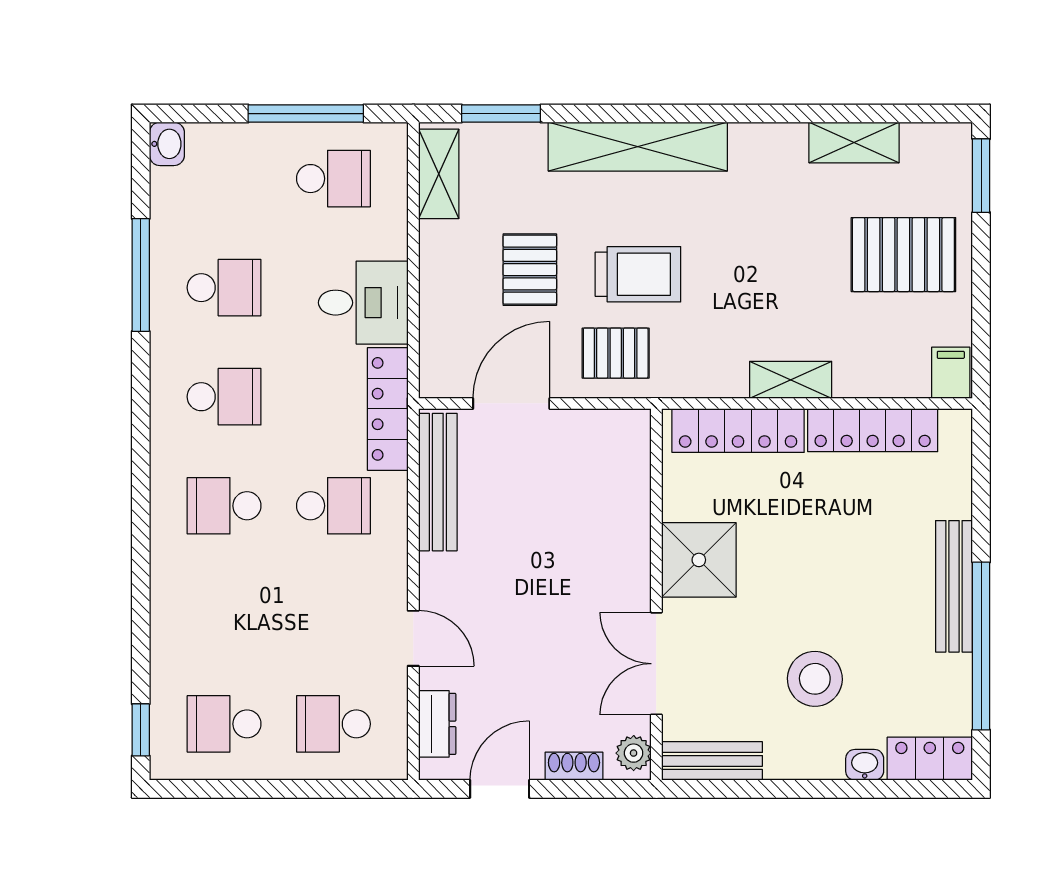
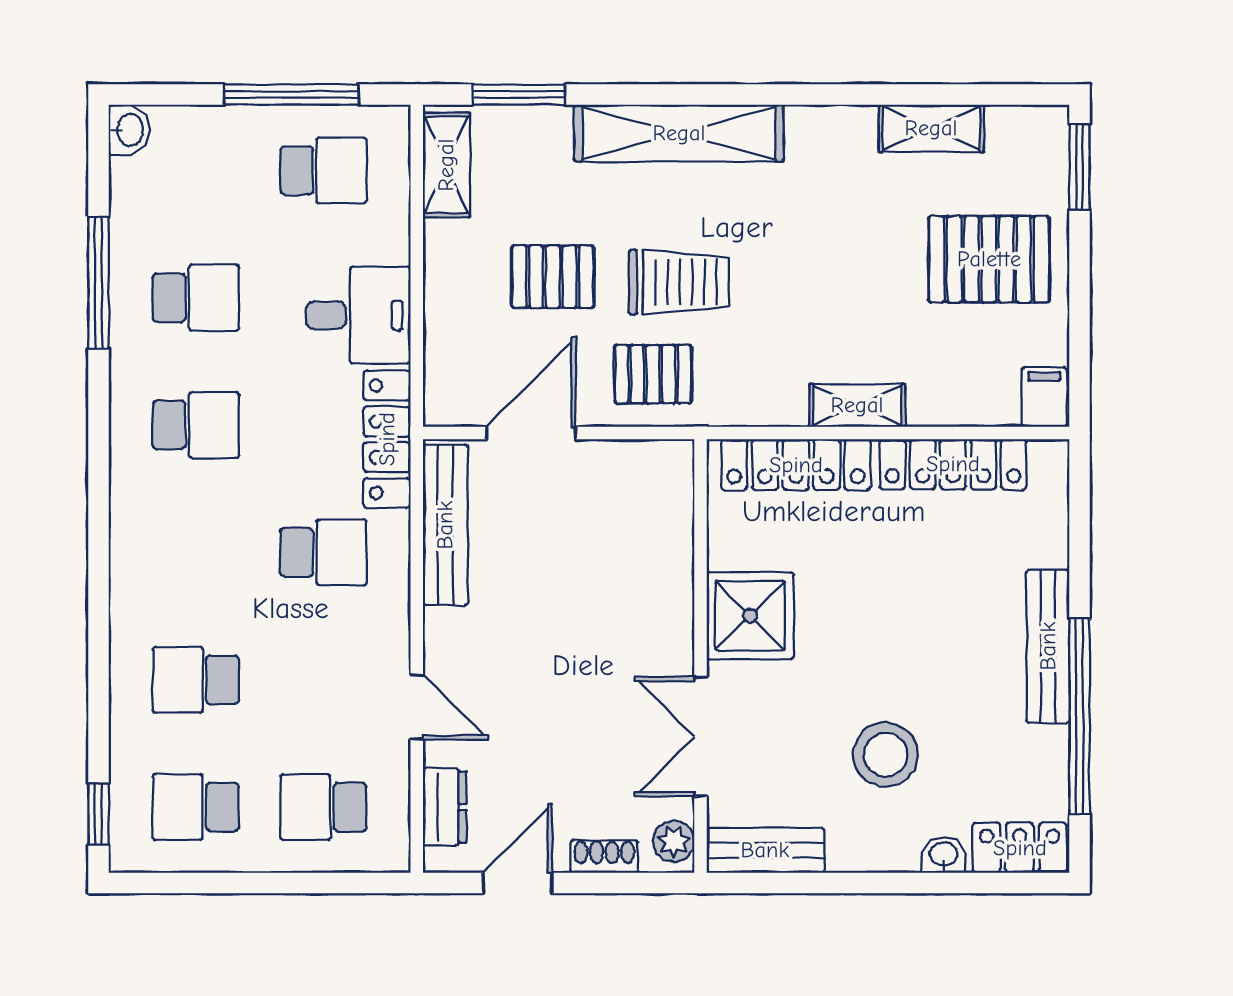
pallet: (530, 270) -> (553, 277), turned 90
school desk: (224, 506) -> (196, 680), moved

